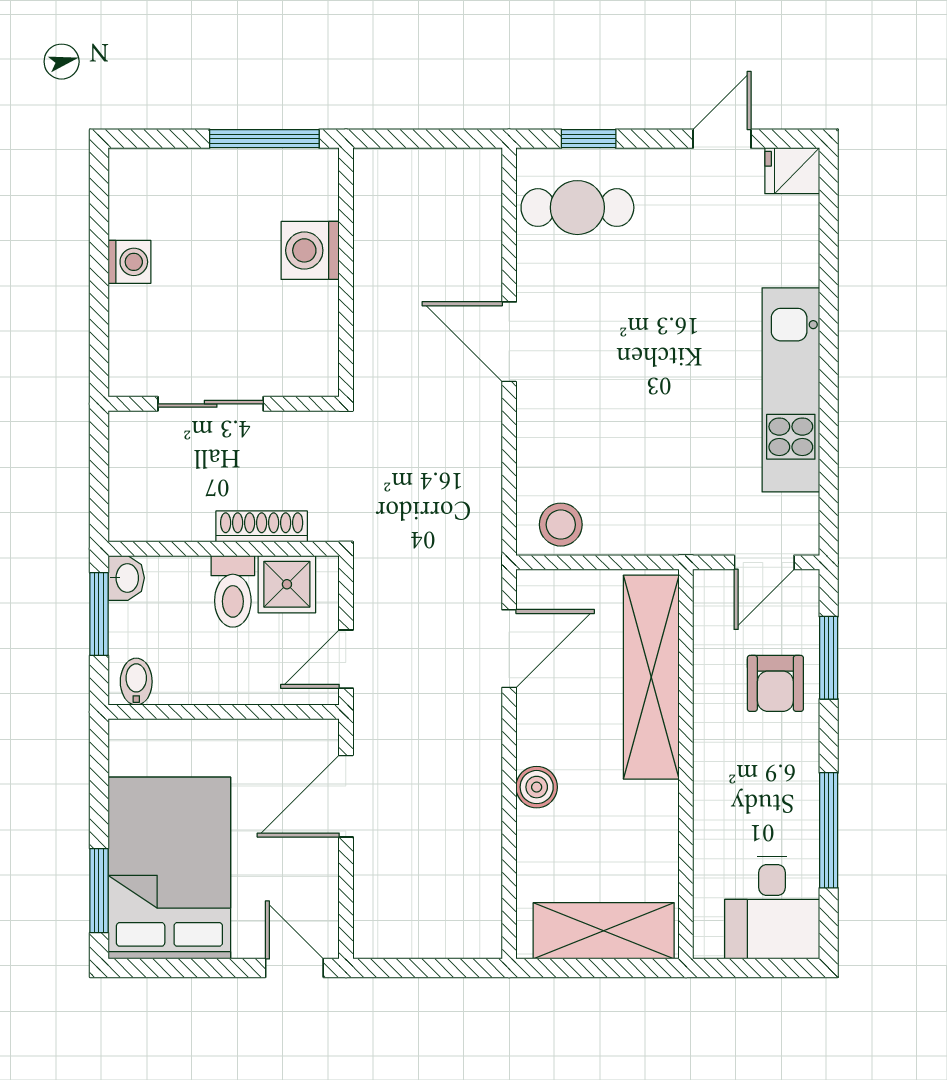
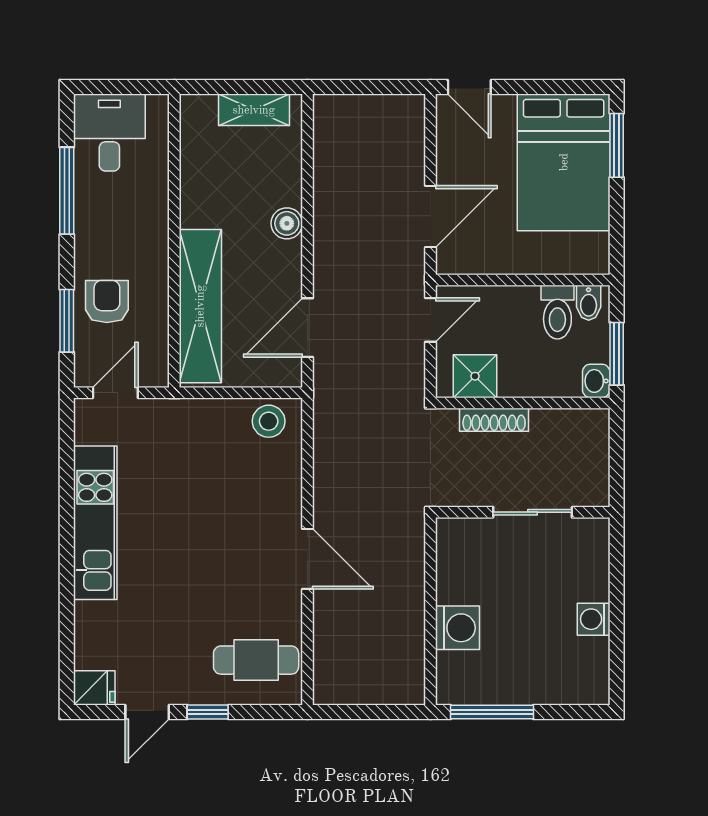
window: (589, 139) -> (208, 712), moved
toilet: (233, 591) -> (557, 312), moved, turned 180
shelving: (604, 931) -> (254, 110), width x0.67, depth x0.75

